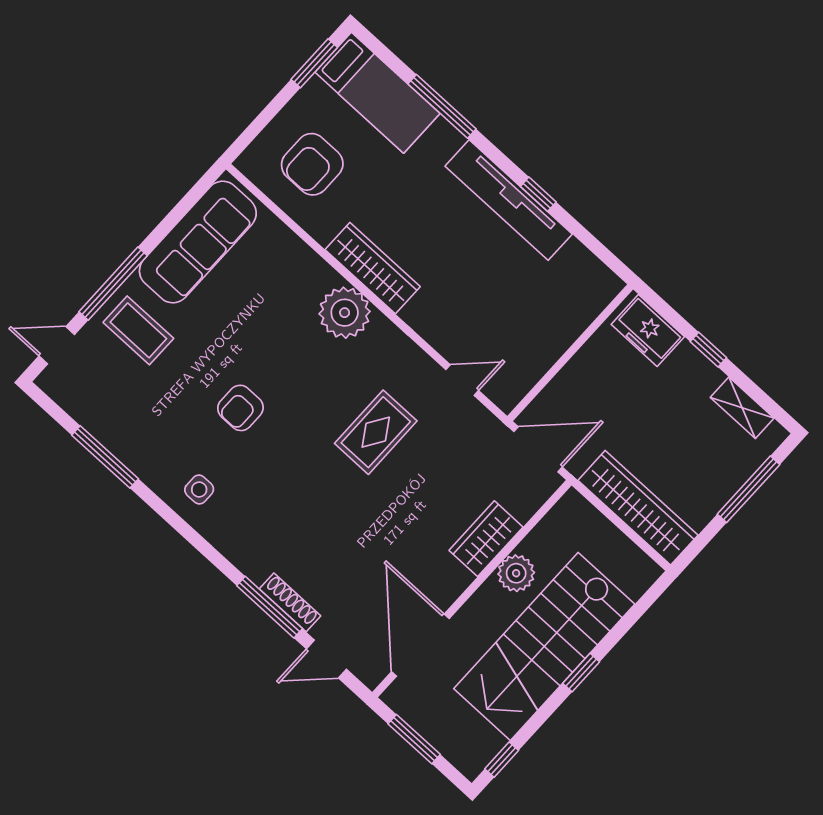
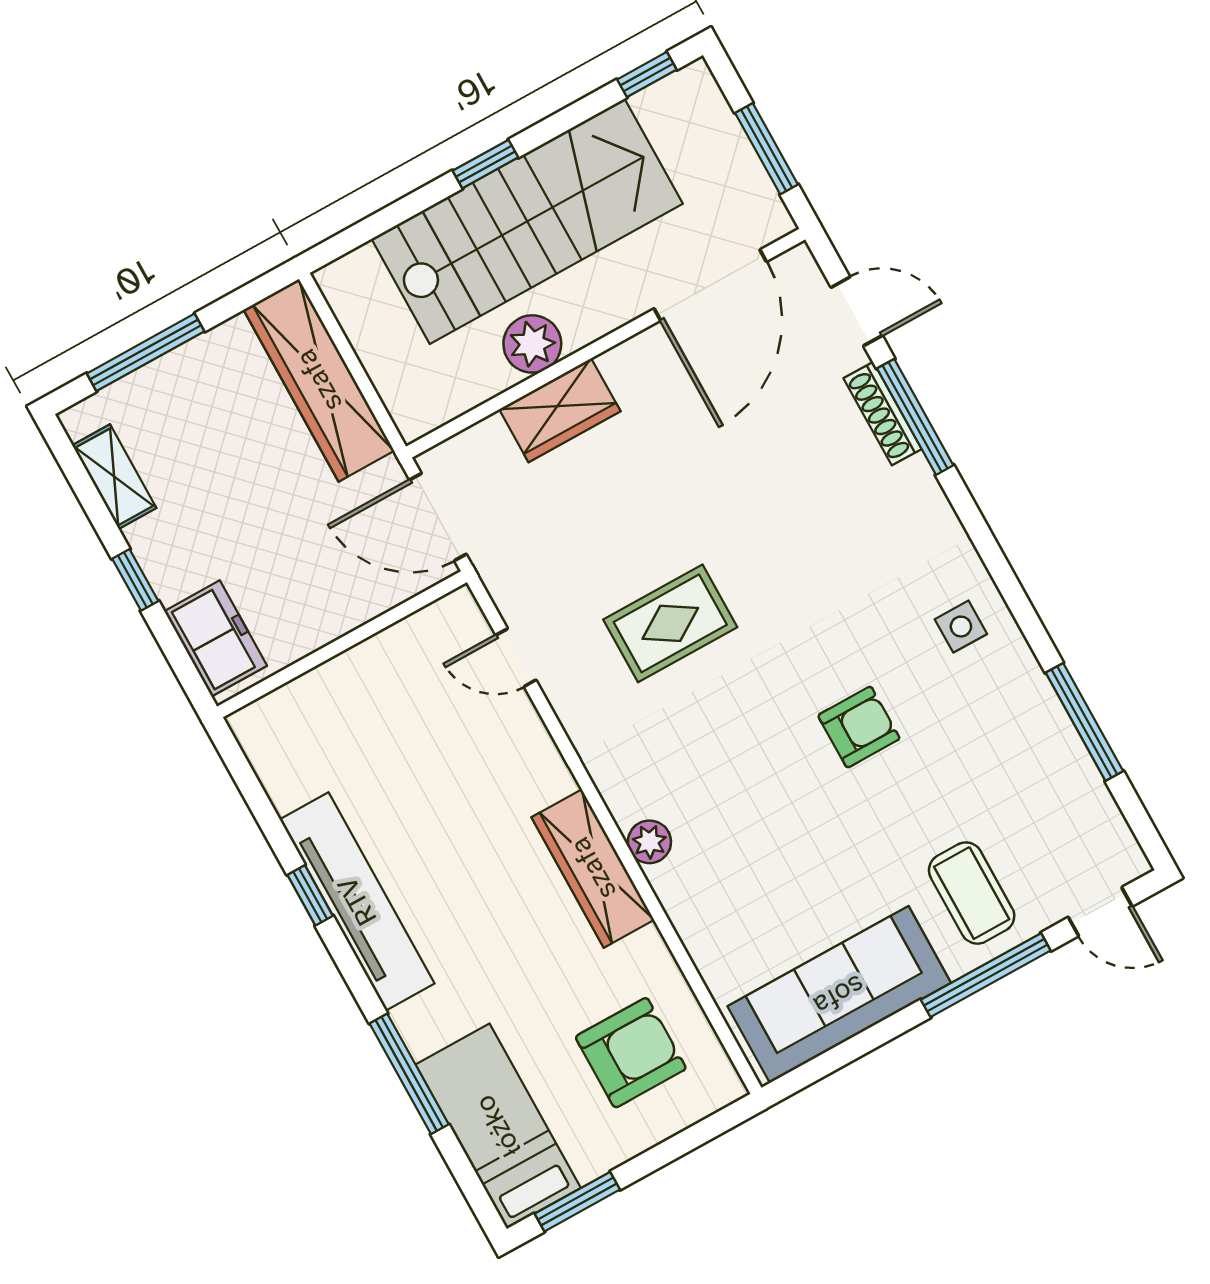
plant: (345, 313) -> (649, 842), width x0.53, depth x0.53

